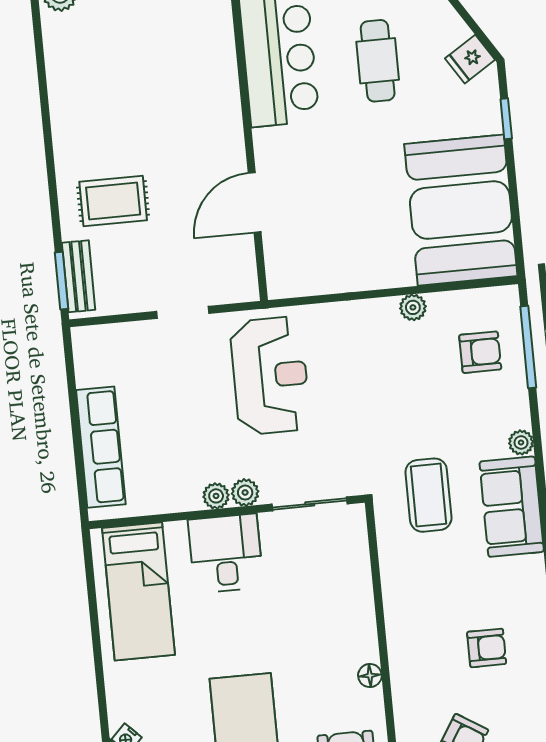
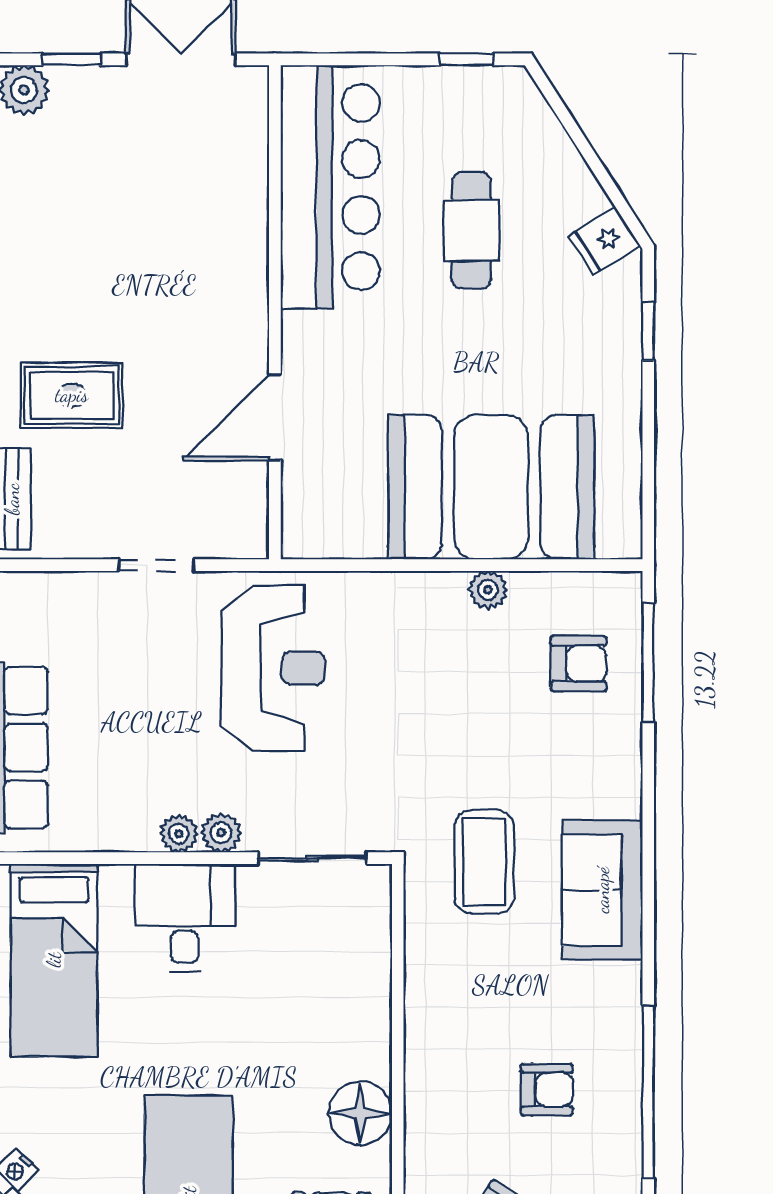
booth: (461, 210) -> (491, 487), moved, turned 90
plant: (521, 442) -> (625, 799), removed
floor lamp: (370, 676) -> (360, 1113), width x1.89, depth x1.89

